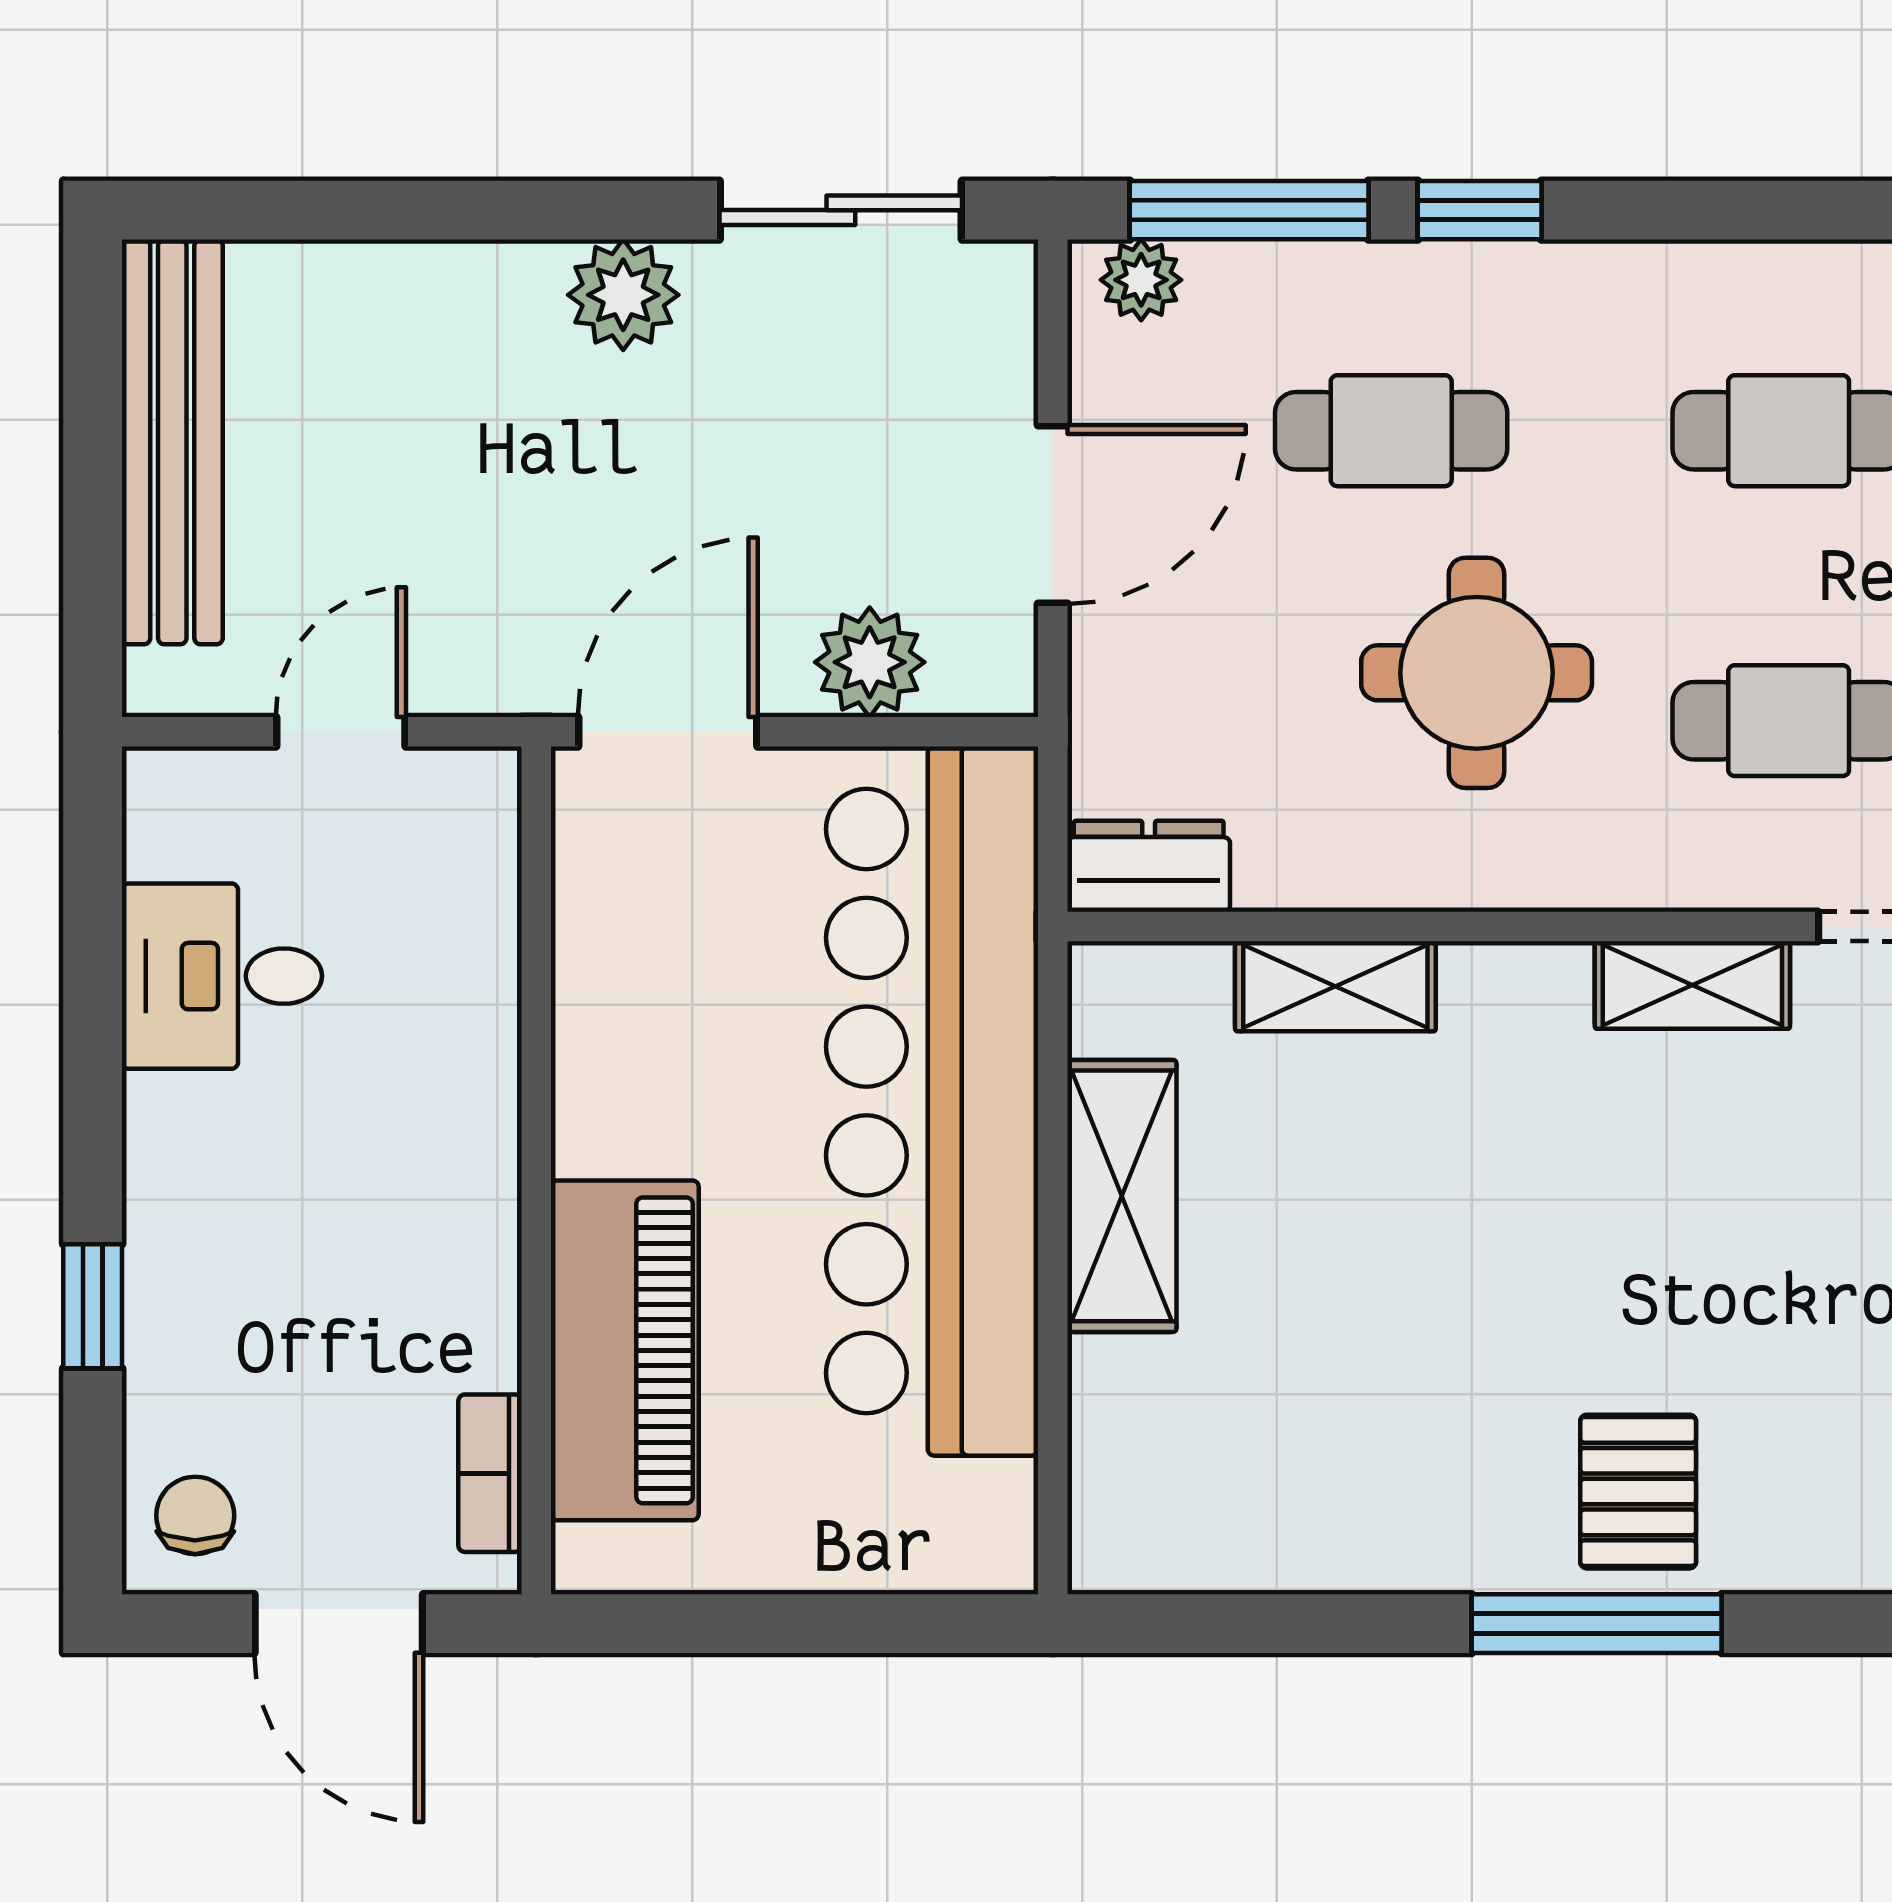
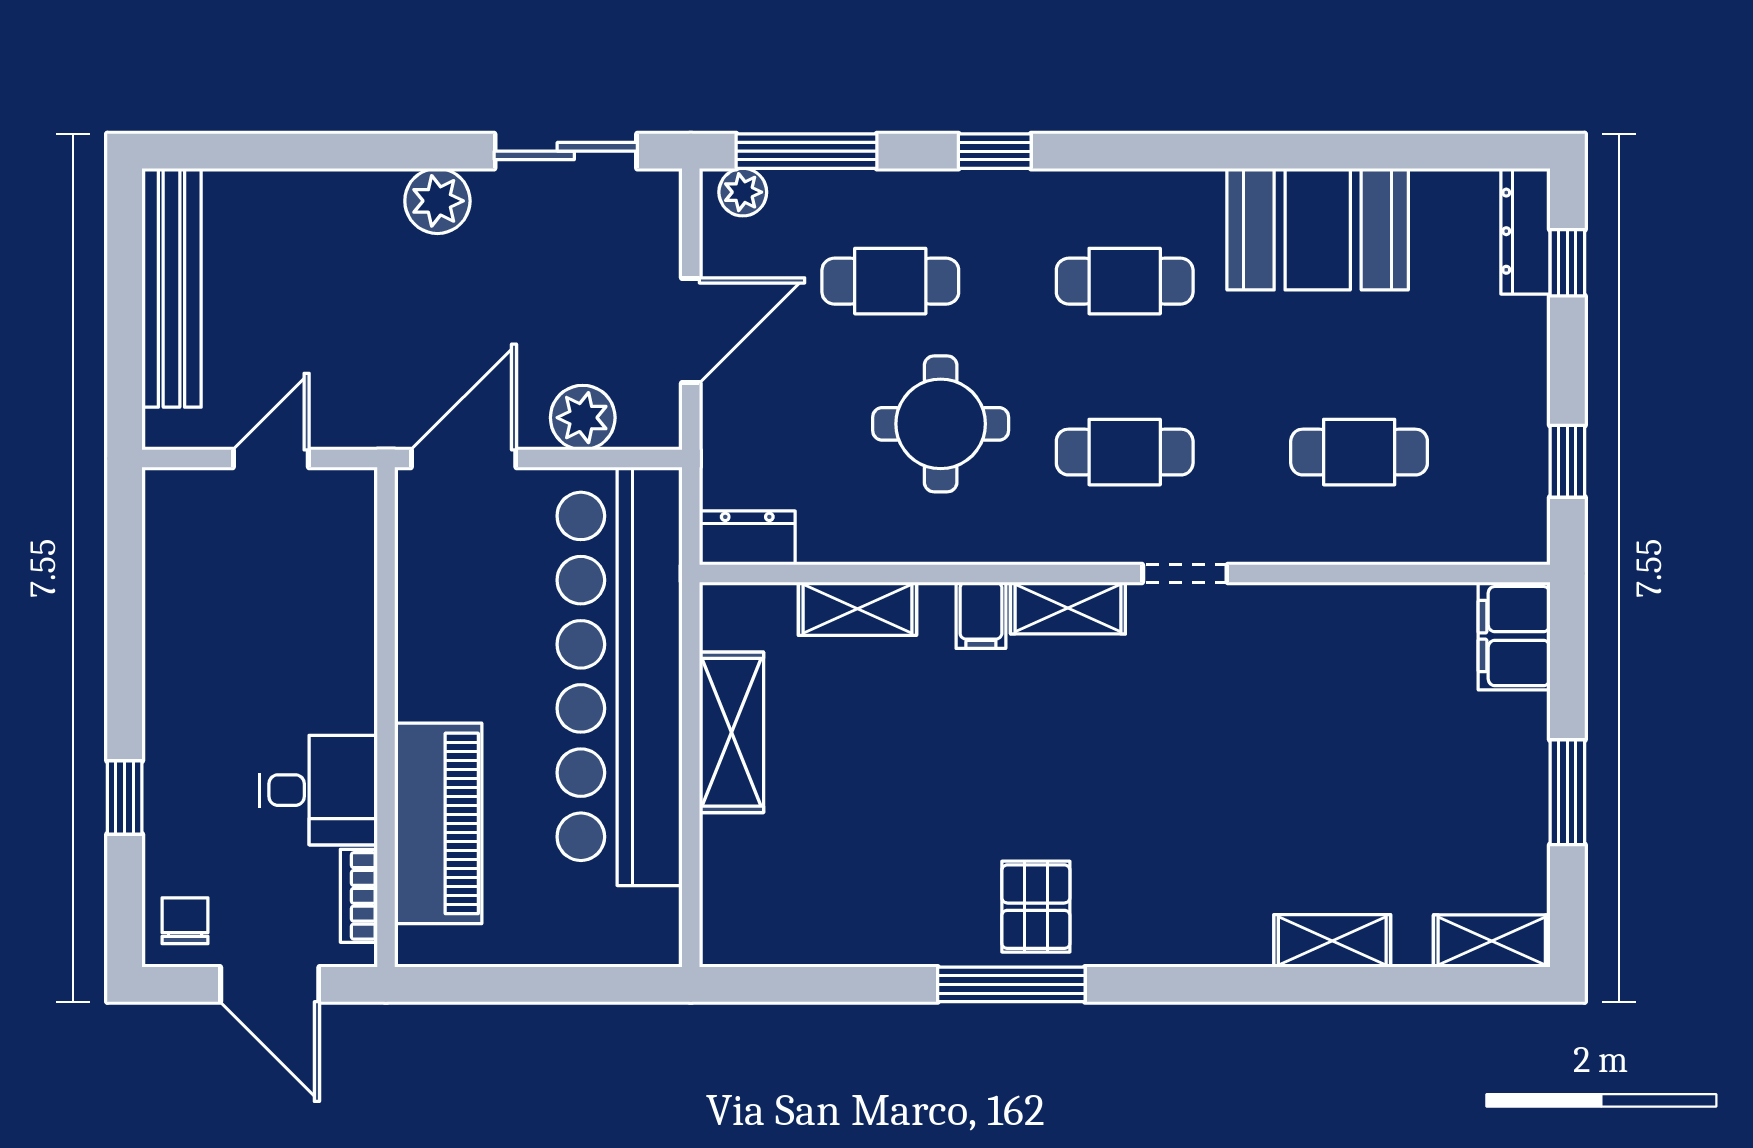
window: (1480, 210) -> (995, 151), moved
desk: (222, 976) -> (318, 790), moved, turned 180
filing cabinet: (1545, 997) -> (981, 615), added

